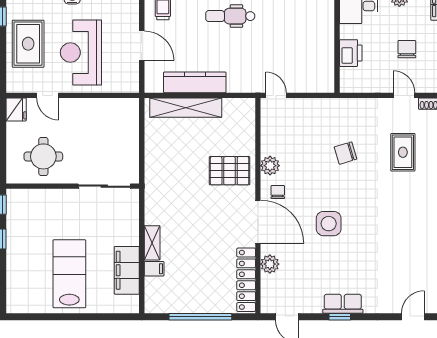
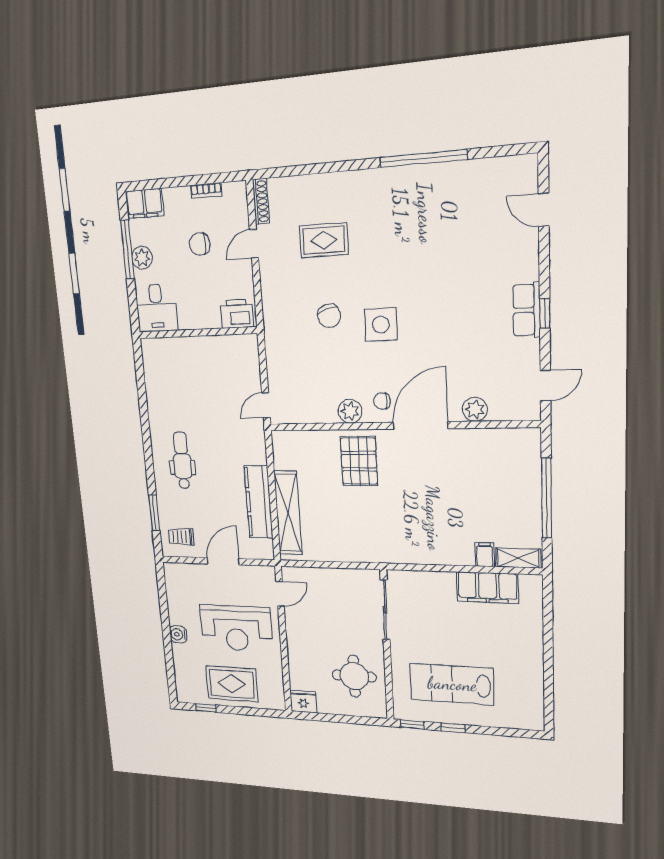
dental chair: (230, 16) -> (182, 461), turned 180
printer: (351, 53) -> (237, 314), moved
door: (48, 95) -> (280, 594), moved
side table: (329, 224) -> (381, 325), moved
shelving: (152, 243) -> (518, 558), moved
lab bench: (69, 274) -> (452, 684), moved
locker: (246, 280) -> (496, 440), removed

